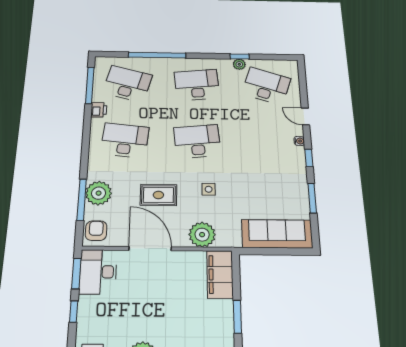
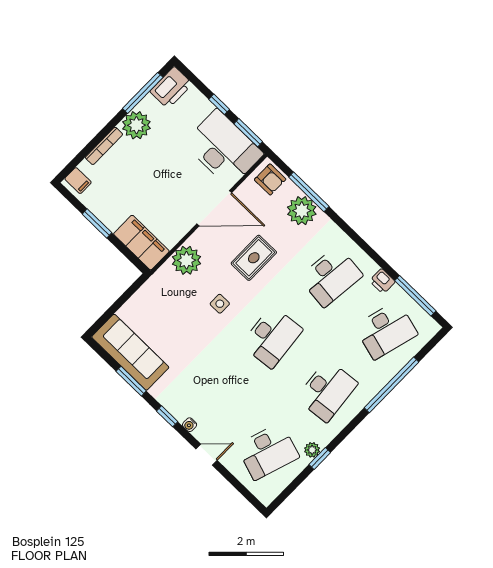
sofa: (277, 234) -> (130, 352), moved, turned -90
desk: (98, 272) -> (223, 148), width x1.36, depth x1.30

